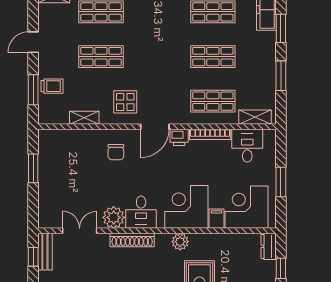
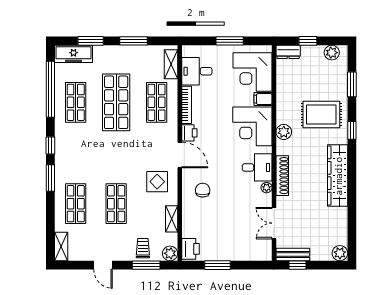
shop shelf: (213, 57) -> (116, 102), width x1.43, depth x1.36
plant: (46, 116) -> (170, 253), added
printer: (51, 139) -> (190, 249), added
chair: (116, 152) -> (203, 190), turned -90
plant: (114, 217) -> (267, 188), width x0.53, depth x0.53

